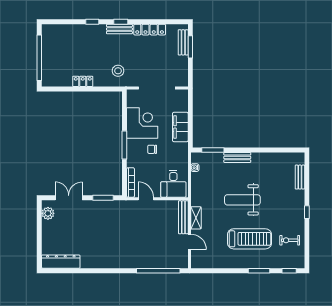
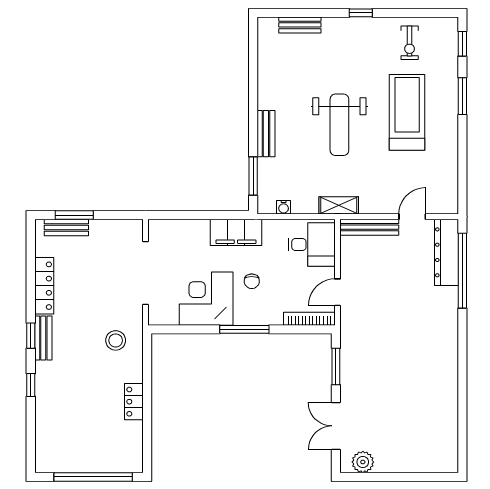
filing cabinet: (180, 127) -> (236, 232), moved
shelving: (196, 218) -> (339, 205), moved
dresser: (61, 262) -> (447, 252), moved

